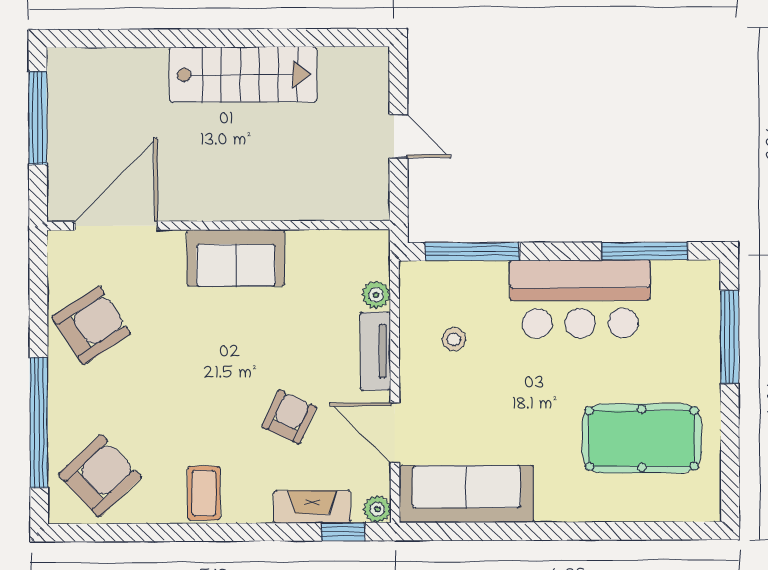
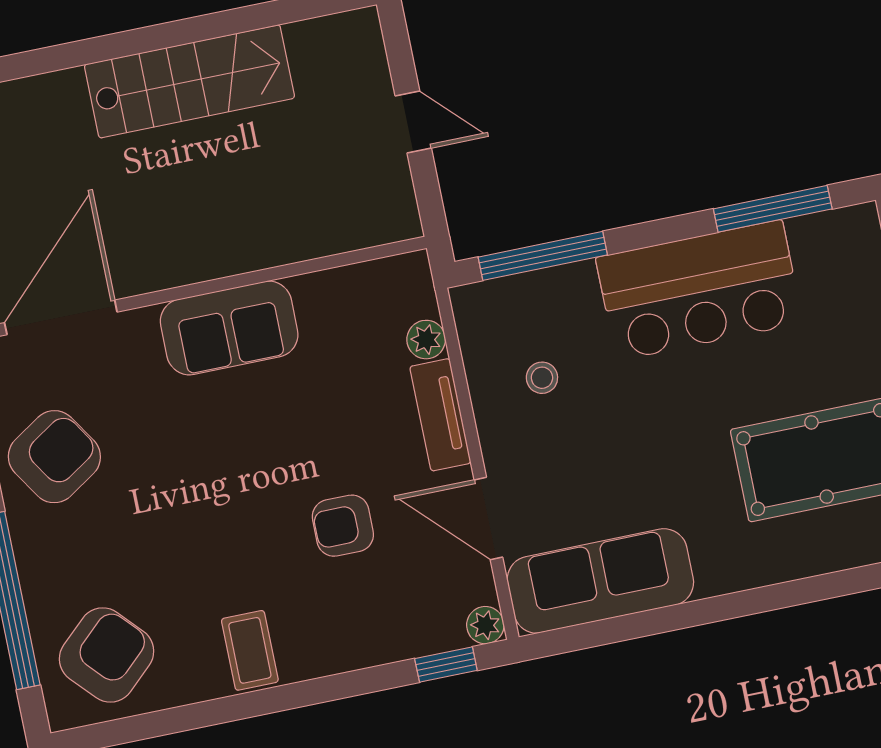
armchair: (289, 417) -> (343, 526), turned -115
fireplace: (312, 507) -> (398, 639), removed

